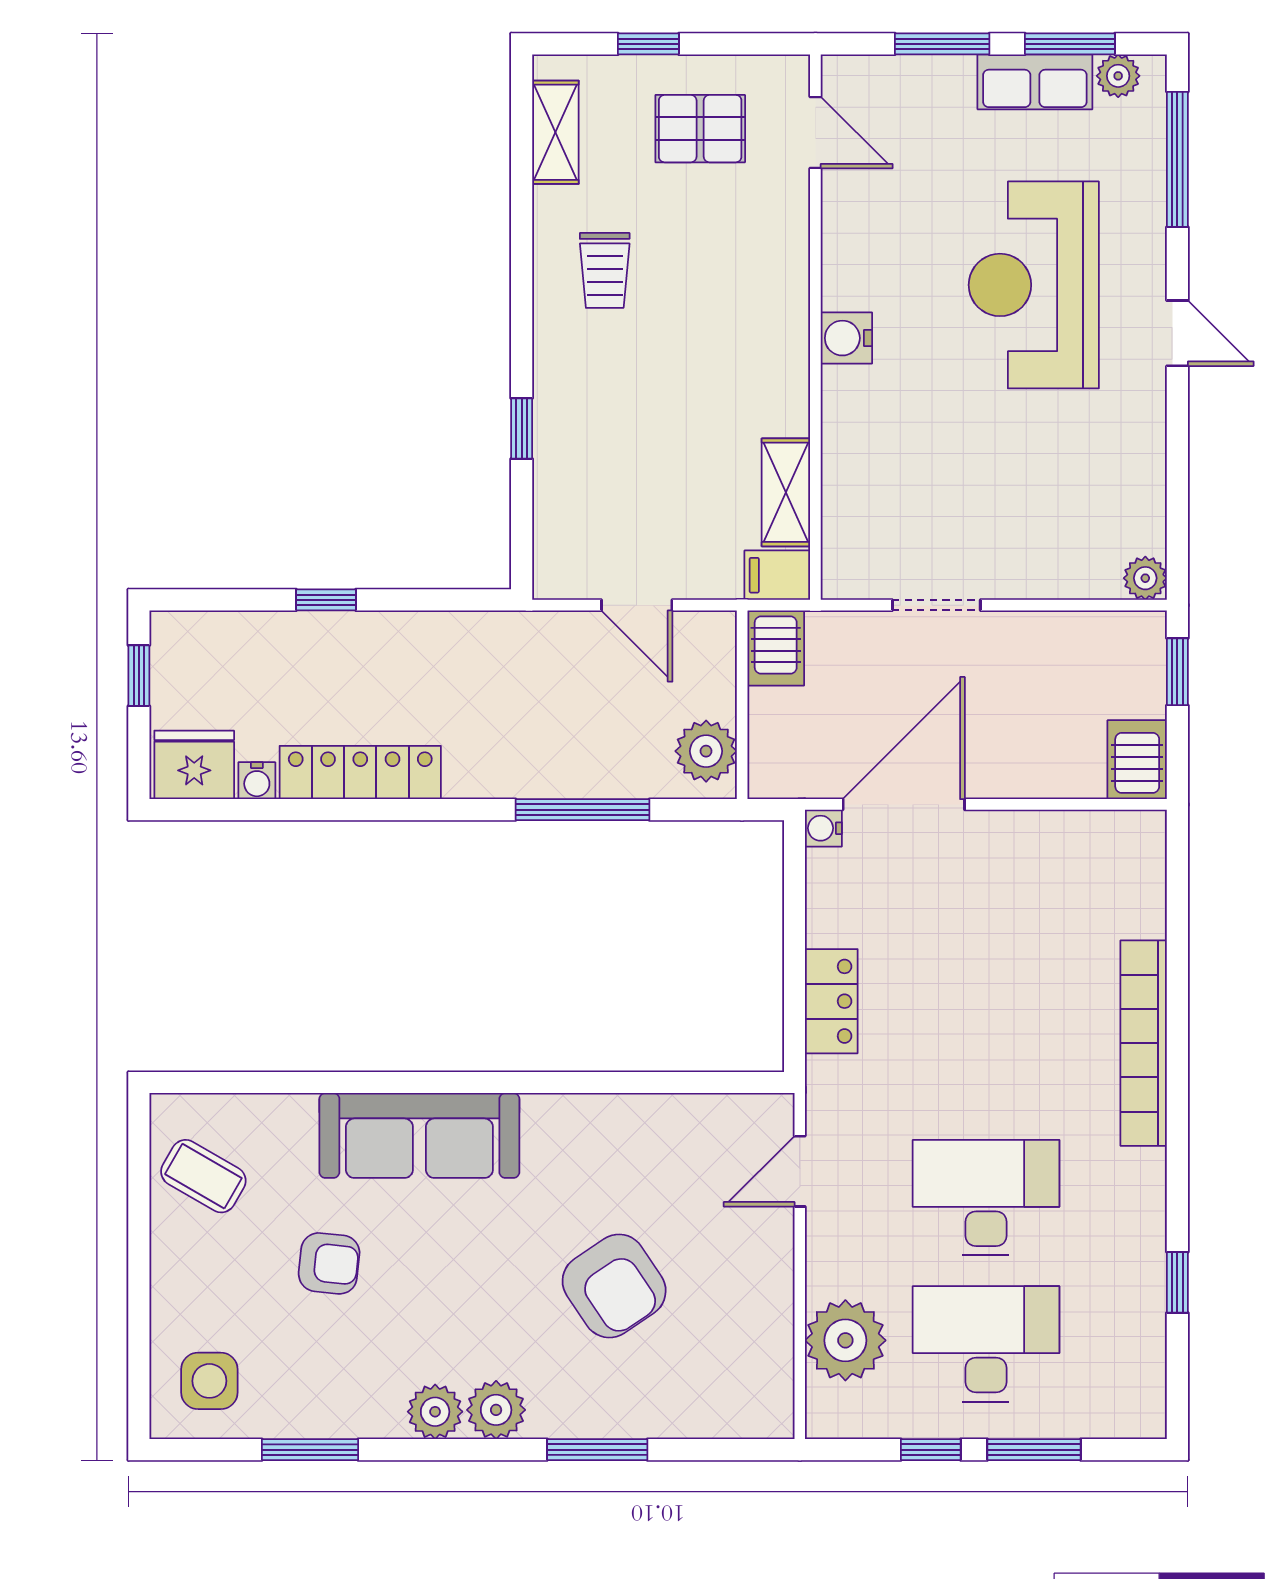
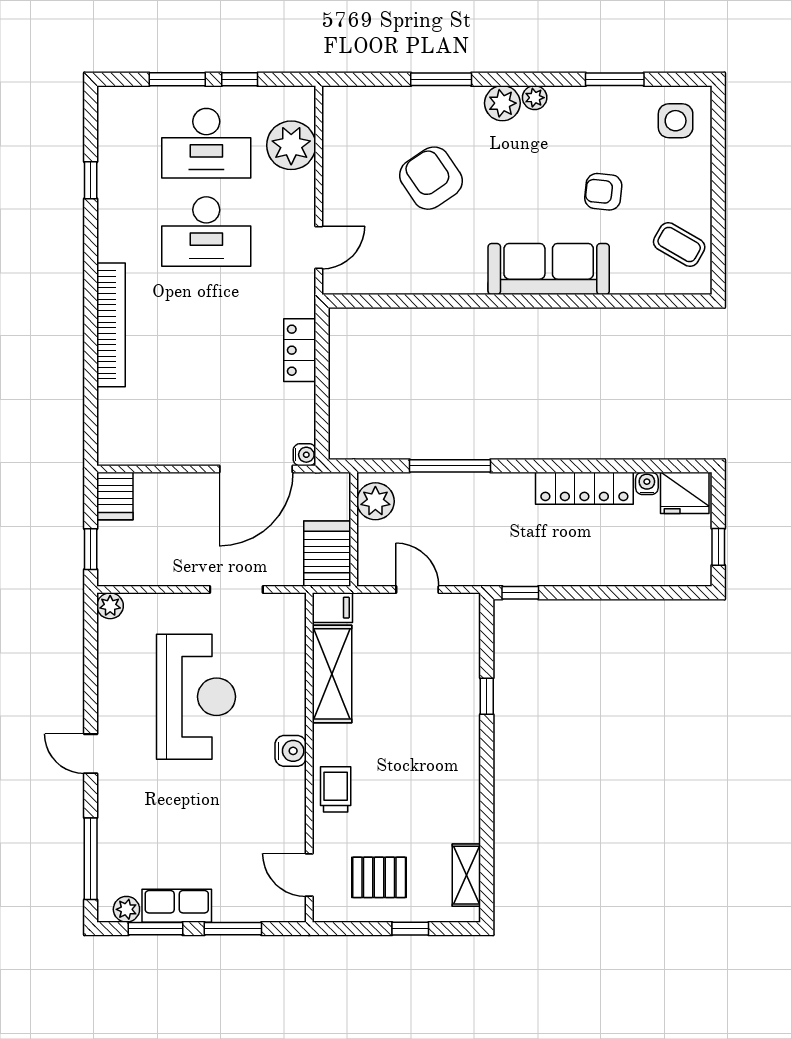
trolley: (605, 270) -> (336, 789), moved
reception desk: (1034, 285) -> (196, 697), moved
shelving: (786, 492) -> (332, 674), width x1.50, depth x1.33
window: (326, 600) -> (520, 593), moved
server rack: (776, 648) -> (327, 554), width x1.36, depth x1.44
plant: (435, 1412) -> (535, 98), width x0.73, depth x0.73

